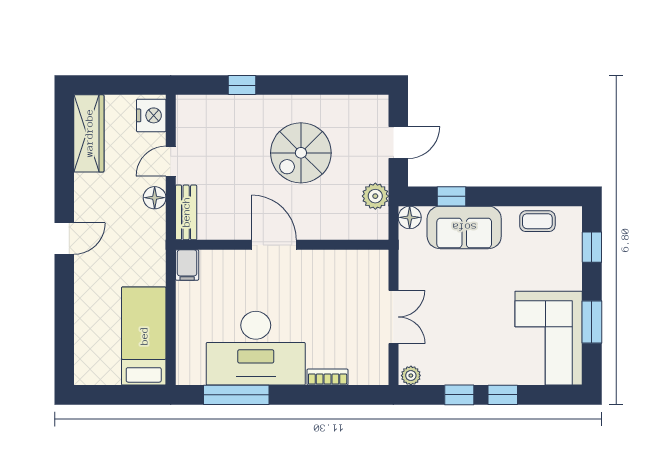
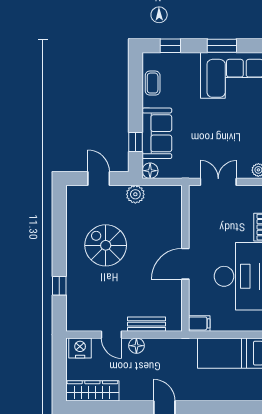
spiral stairs: (301, 153) -> (106, 245), turned 180
door: (274, 245) -> (185, 264), moved
wall: (282, 245) -> (185, 258), moved
filing cabinet: (187, 265) -> (199, 323), moved

